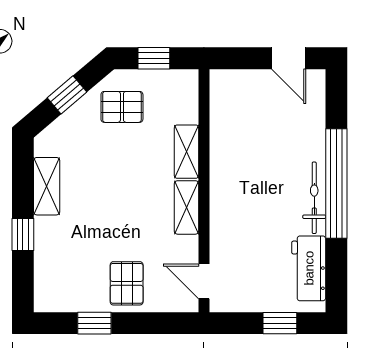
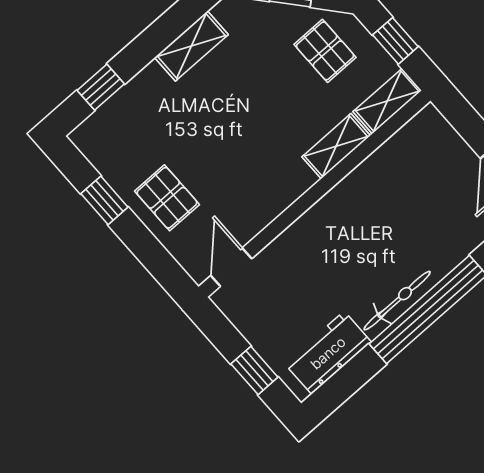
shelving: (186, 207) -> (387, 101), moved
window: (23, 235) -> (101, 87), moved
pallet: (127, 283) -> (167, 198), turned 90

